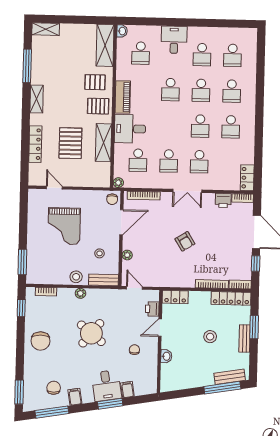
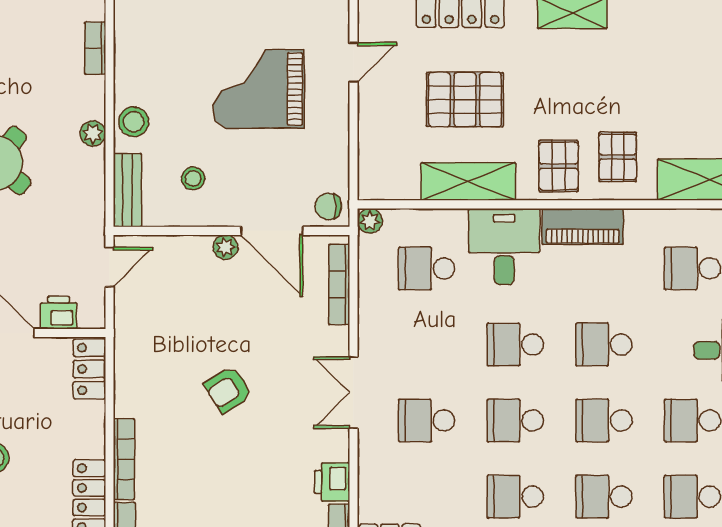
school desk: (169, 161) -> (515, 344), moved
plant: (127, 255) -> (225, 247), moved

